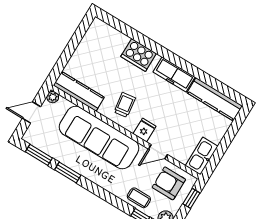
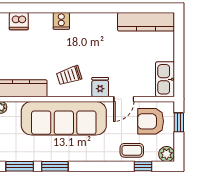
dishwasher: (111, 35) -> (19, 21), added
cooker: (139, 55) -> (61, 21), width x0.53, depth x0.76
freezer: (174, 75) -> (96, 22), removed
trolley: (125, 105) -> (69, 75), turned -100

